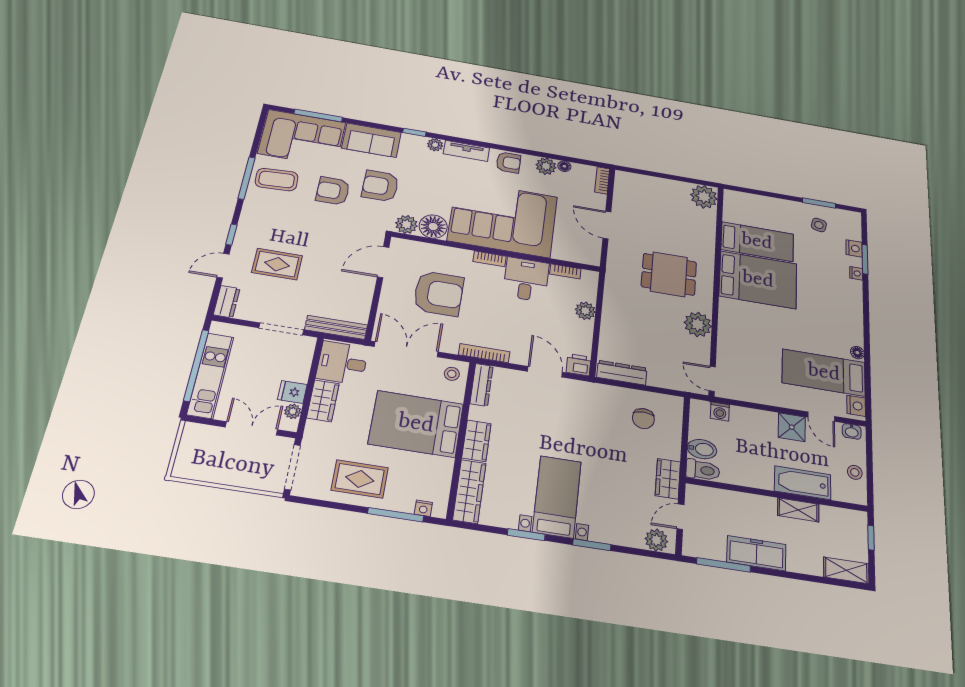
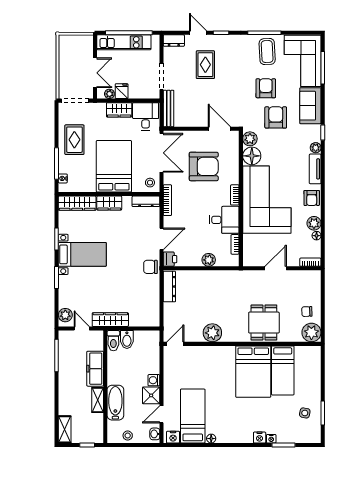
chair: (673, 197) -> (307, 312), added
nightstand: (854, 248) -> (260, 438), moved
dining table: (669, 274) -> (264, 323), moved
armchair: (438, 293) -> (204, 166), turned -90
washing machine: (720, 411) -> (154, 380), moved
chair: (643, 419) -> (150, 267), moved
wardrobe: (668, 479) -> (110, 320), width x1.50
freezer: (756, 553) -> (95, 369), moved, turned 180

